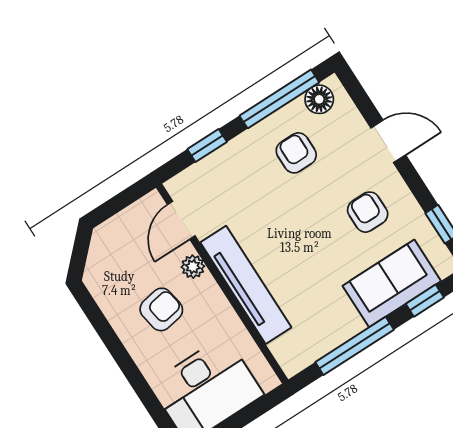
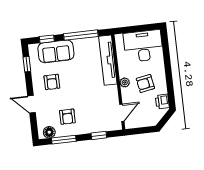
window: (279, 99) -> (64, 140), width x0.69
plant: (193, 267) -> (125, 82), moved
tv unit: (246, 285) -> (108, 60), moved
printer: (105, 288) -> (162, 101), added

